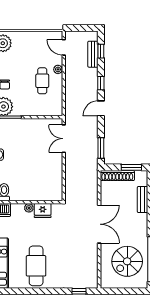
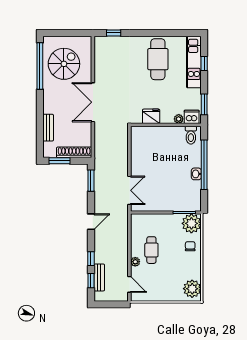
window: (101, 83) -> (91, 259), moved
plant: (29, 208) -> (179, 119), moved

